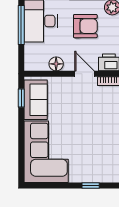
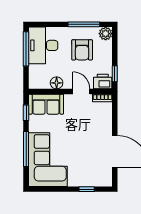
armchair: (85, 26) -> (82, 50), turned 90
sofa: (36, 100) -> (46, 104), moved, turned 90
window: (21, 139) -> (26, 149), added

